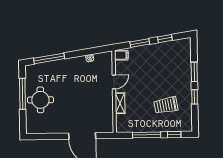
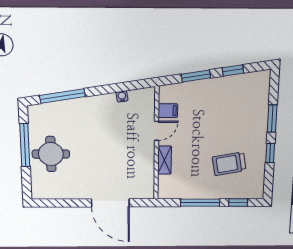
filing cabinet: (121, 55) -> (168, 111), moved

